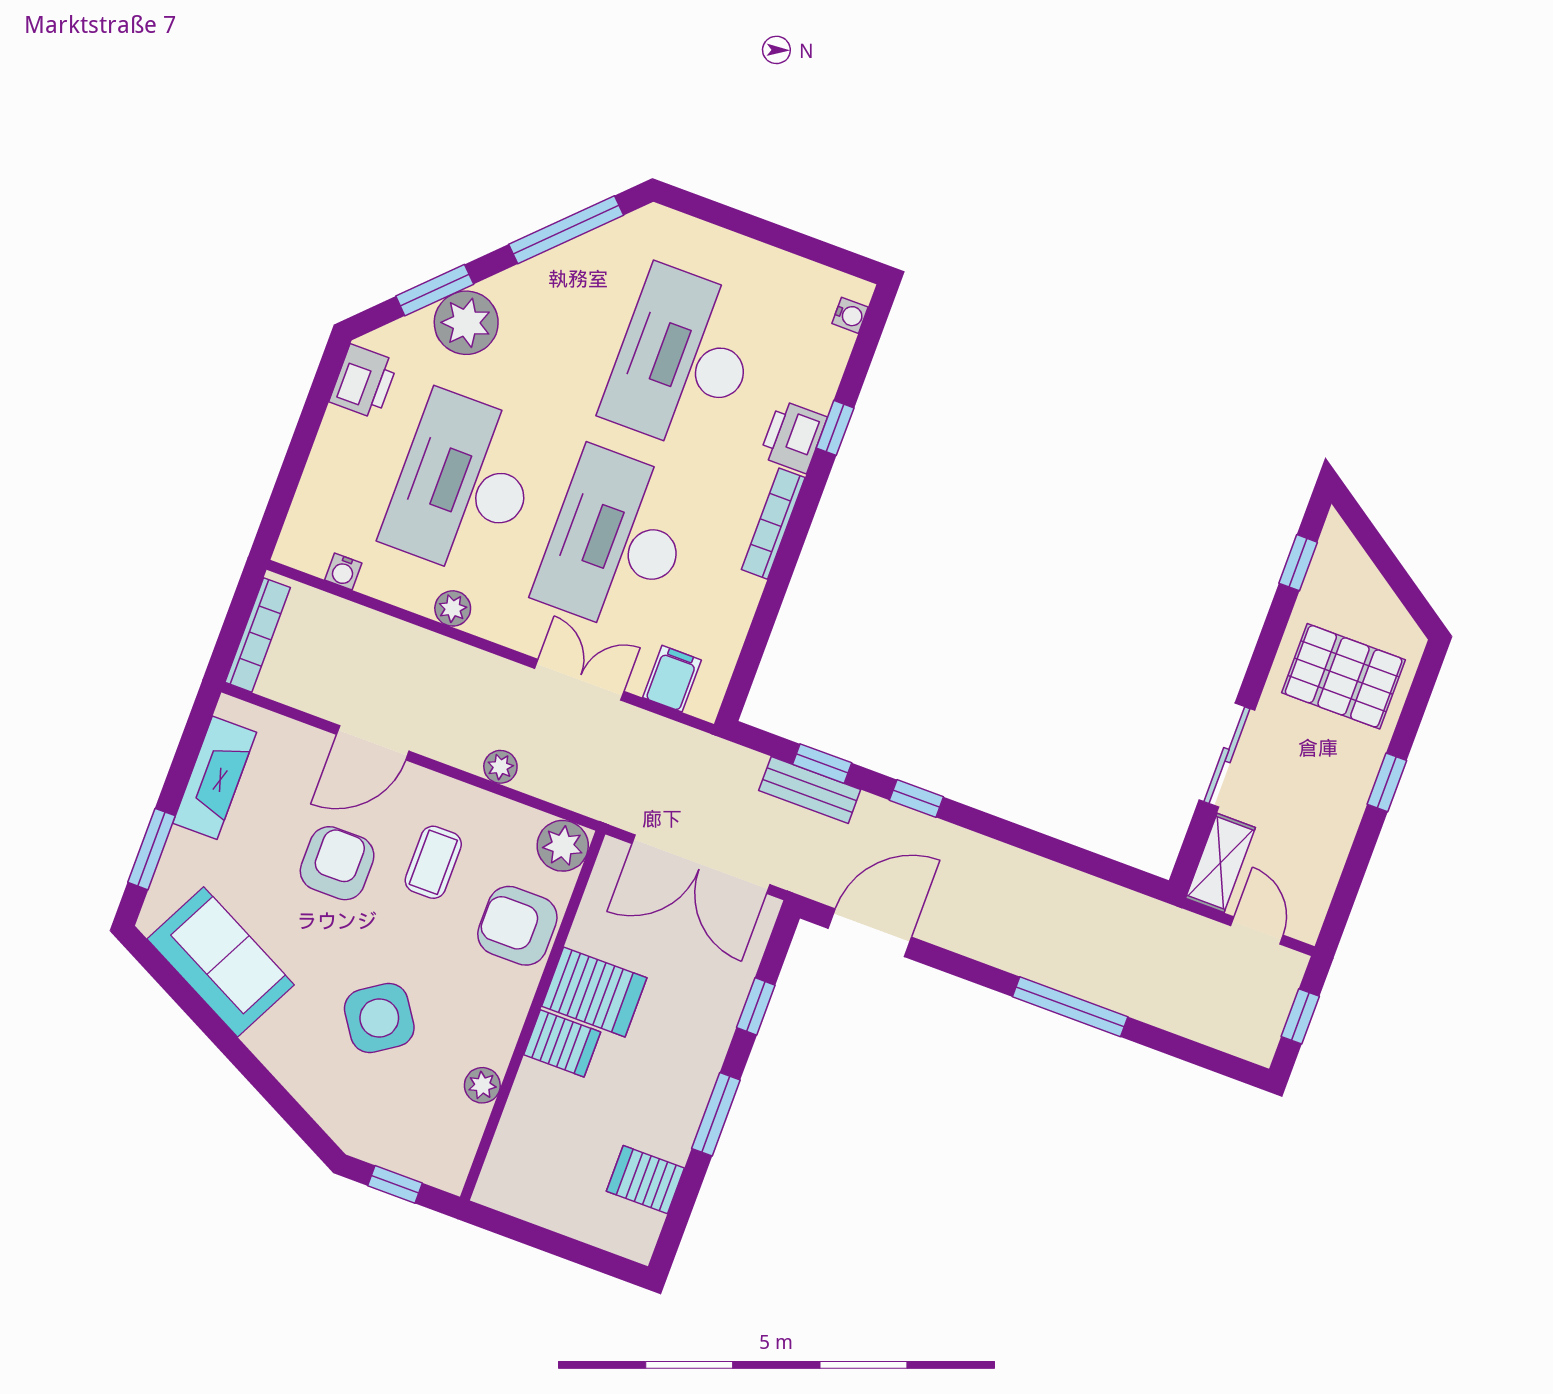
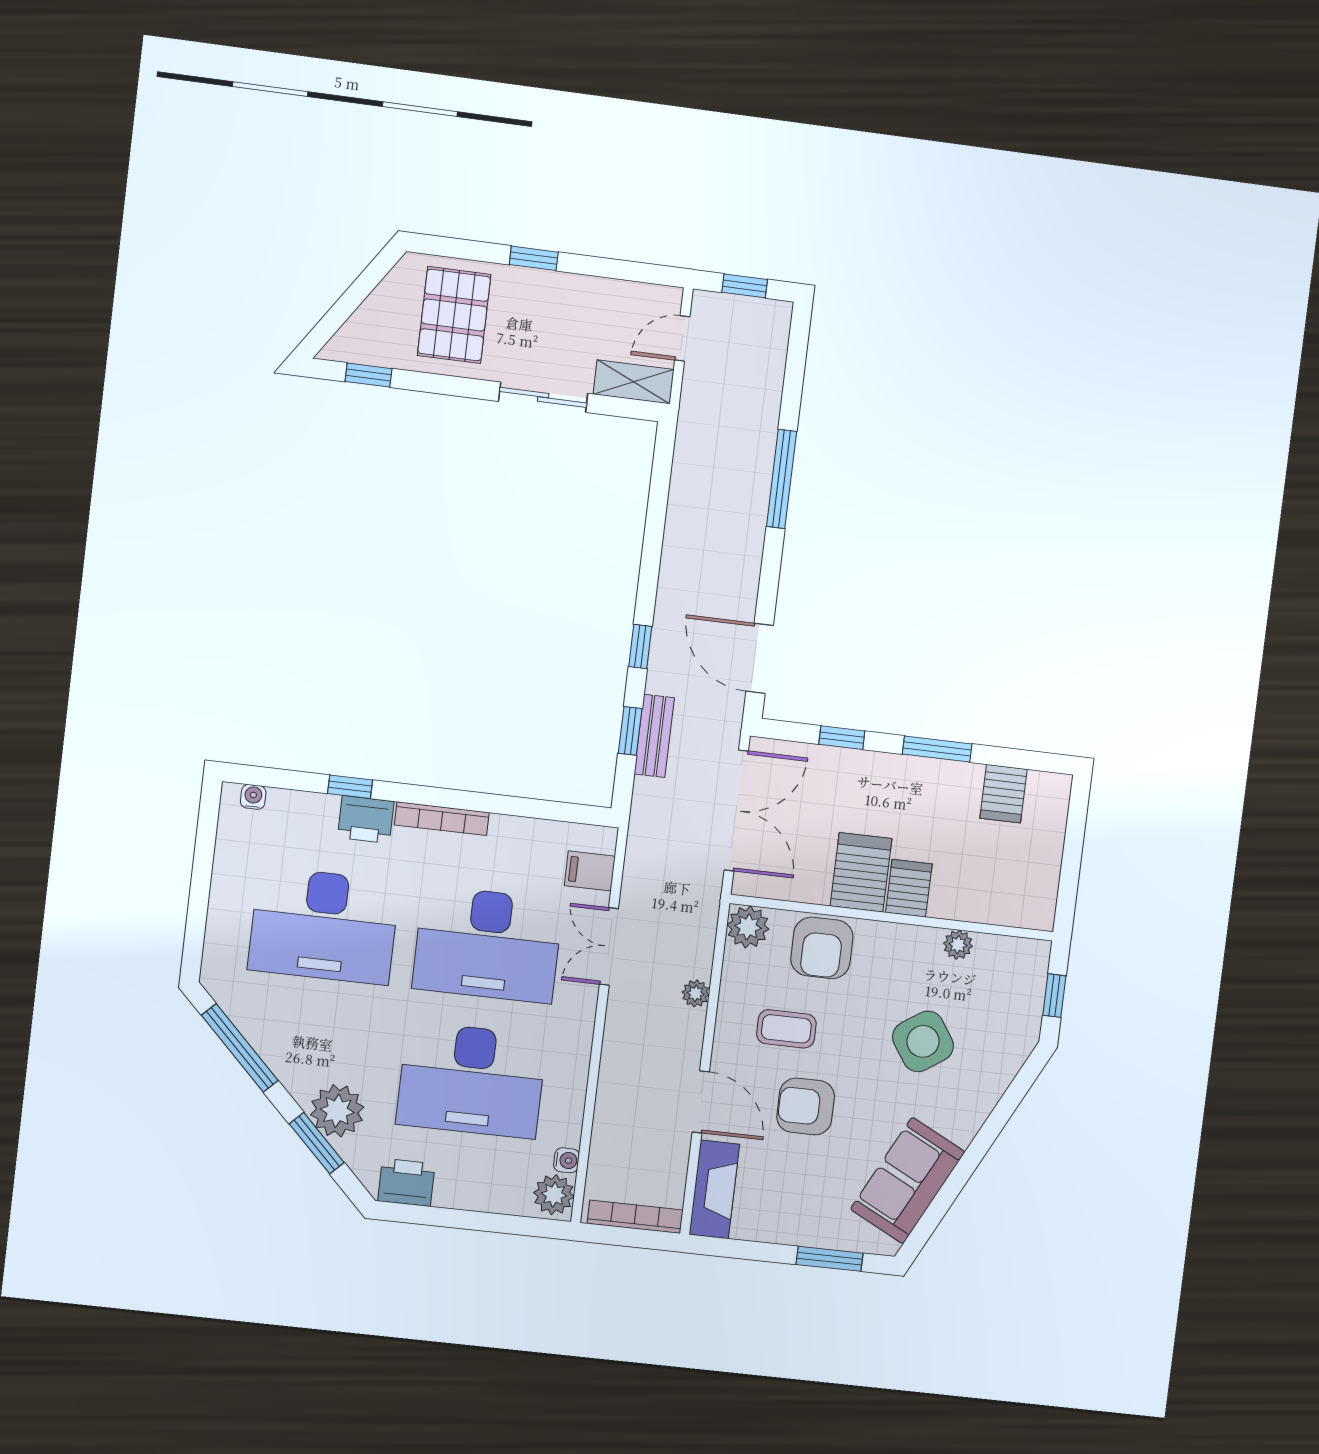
plant: (453, 608) -> (554, 1195), moved, width x1.38, depth x1.38
fireplace: (215, 778) -> (714, 1189), moved, turned 90

